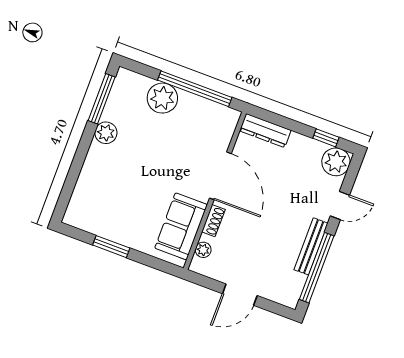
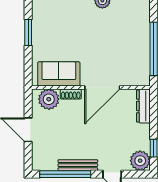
plant: (162, 98) -> (139, 30), removed
plant: (203, 250) -> (49, 99), width x1.88, depth x1.88

